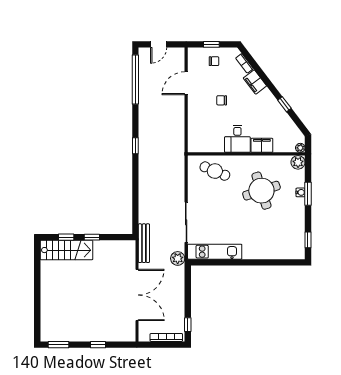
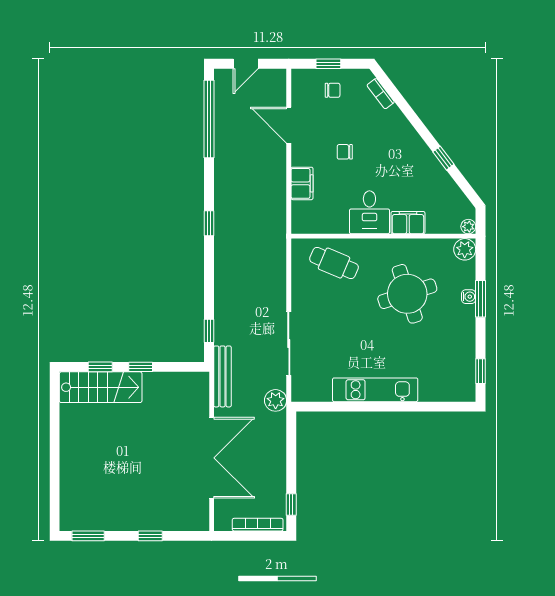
filing cabinet: (255, 82) -> (302, 183), moved, turned -143
door: (186, 83) -> (289, 125), hinge flipped
window: (135, 214) -> (209, 331), added
kitchen unit: (215, 252) -> (375, 390), moved

